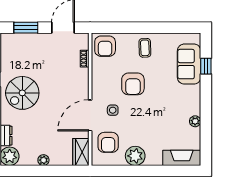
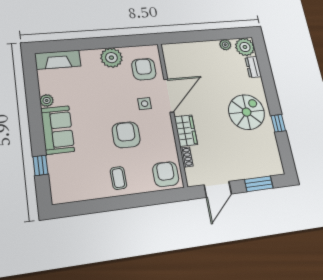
sofa: (189, 64) -> (58, 130), moved
wardrobe: (81, 152) -> (186, 131), moved
plant: (43, 160) -> (225, 45), moved

